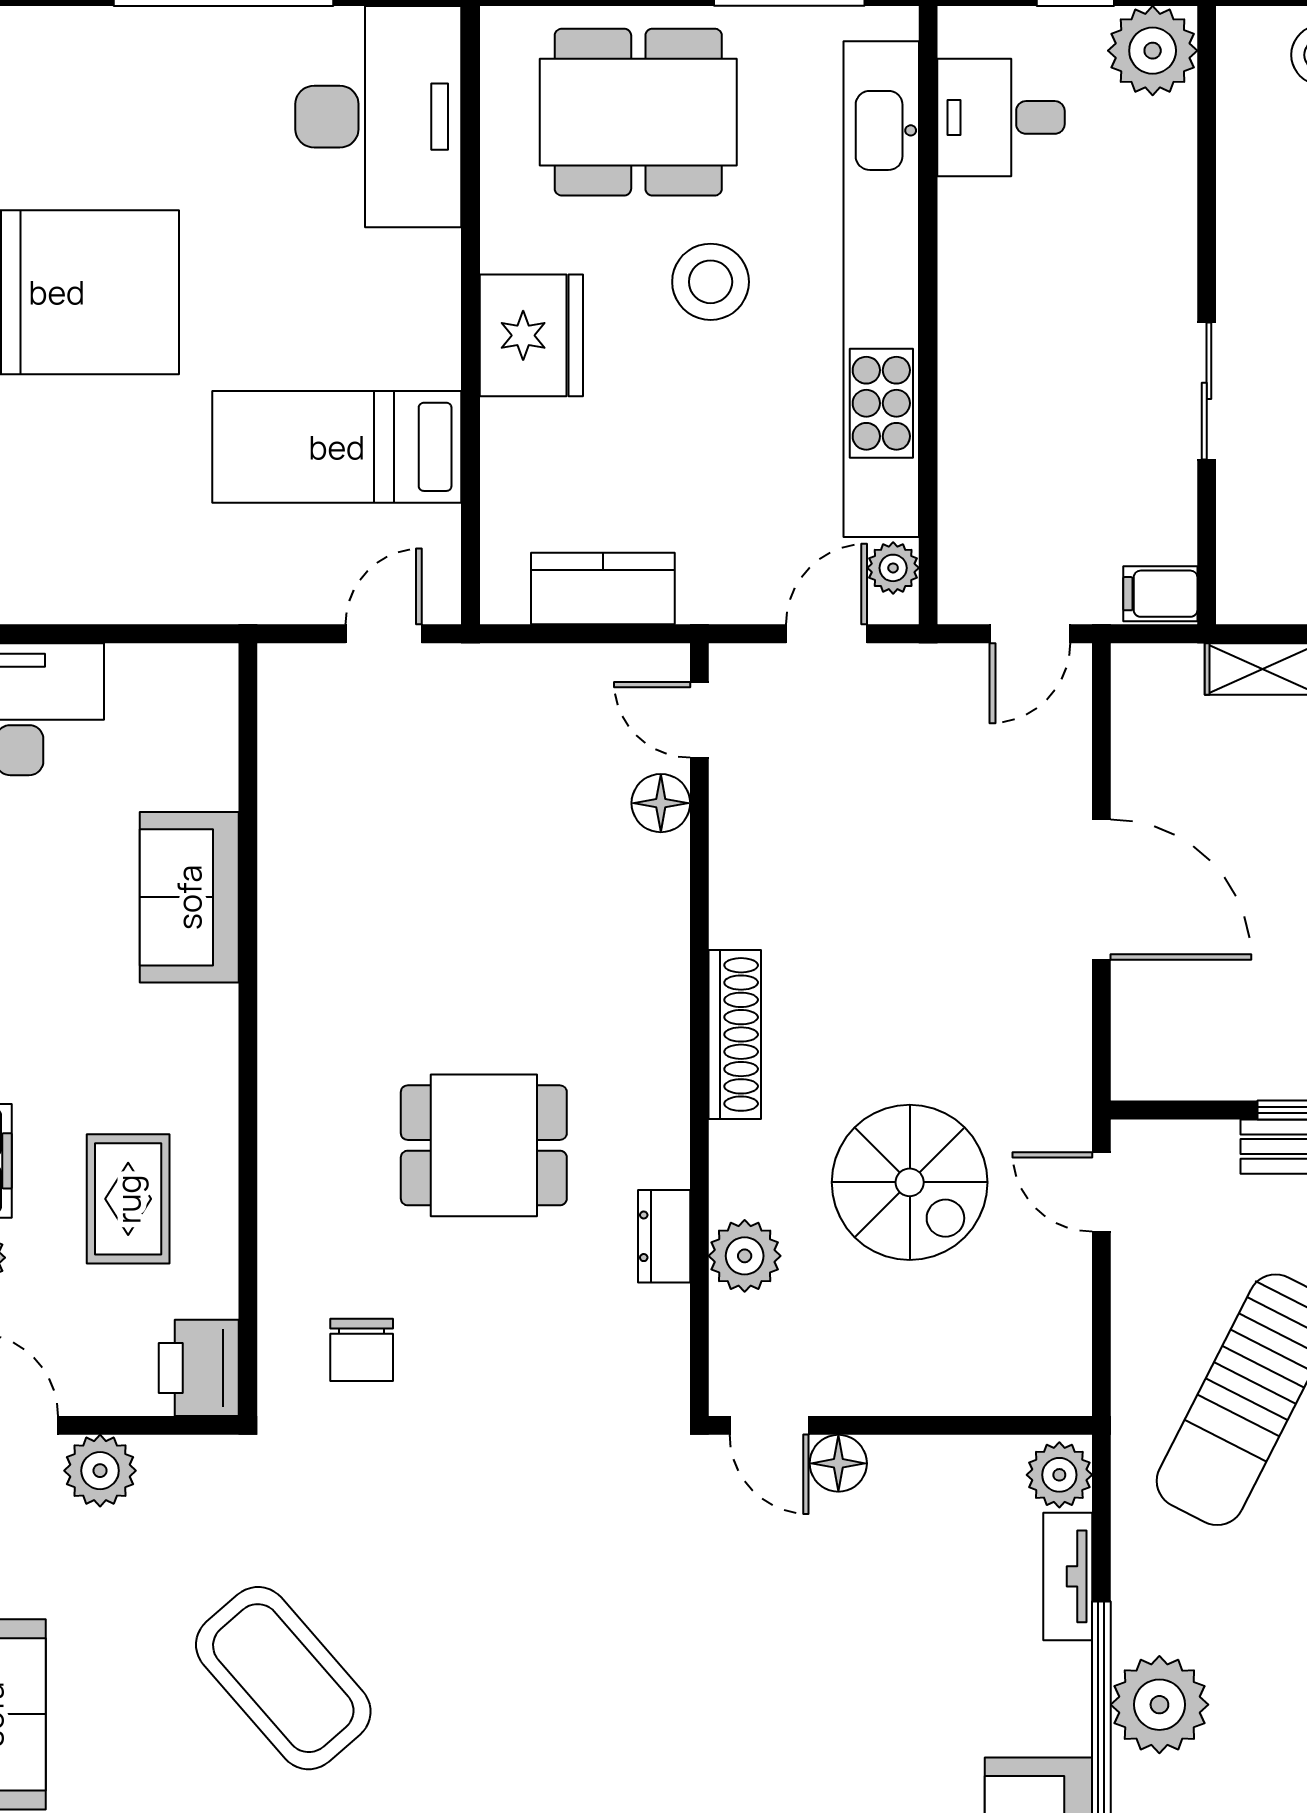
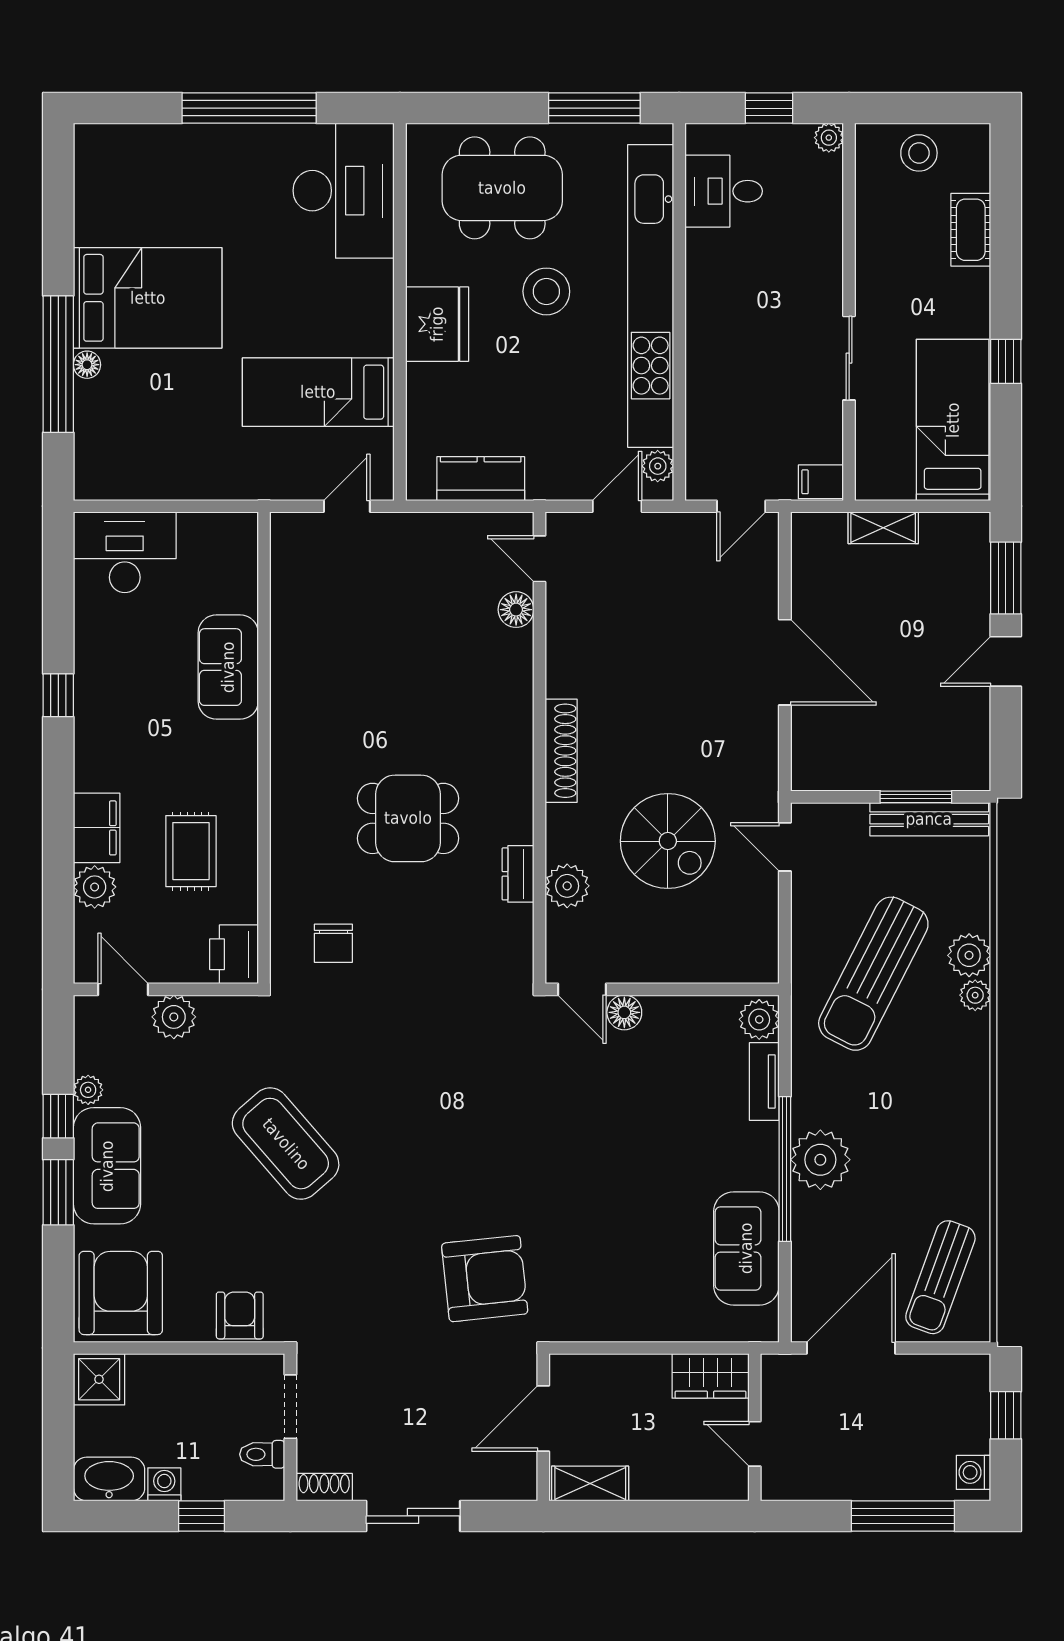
plant: (1153, 51) -> (829, 138), width x0.53, depth x0.53

